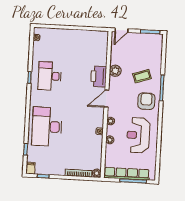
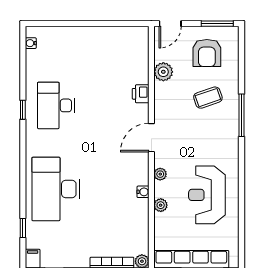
plant: (115, 71) -> (163, 72), moved
printer: (99, 76) -> (141, 94), width x0.53, depth x0.68
armchair: (146, 101) -> (207, 53), moved, turned 180

